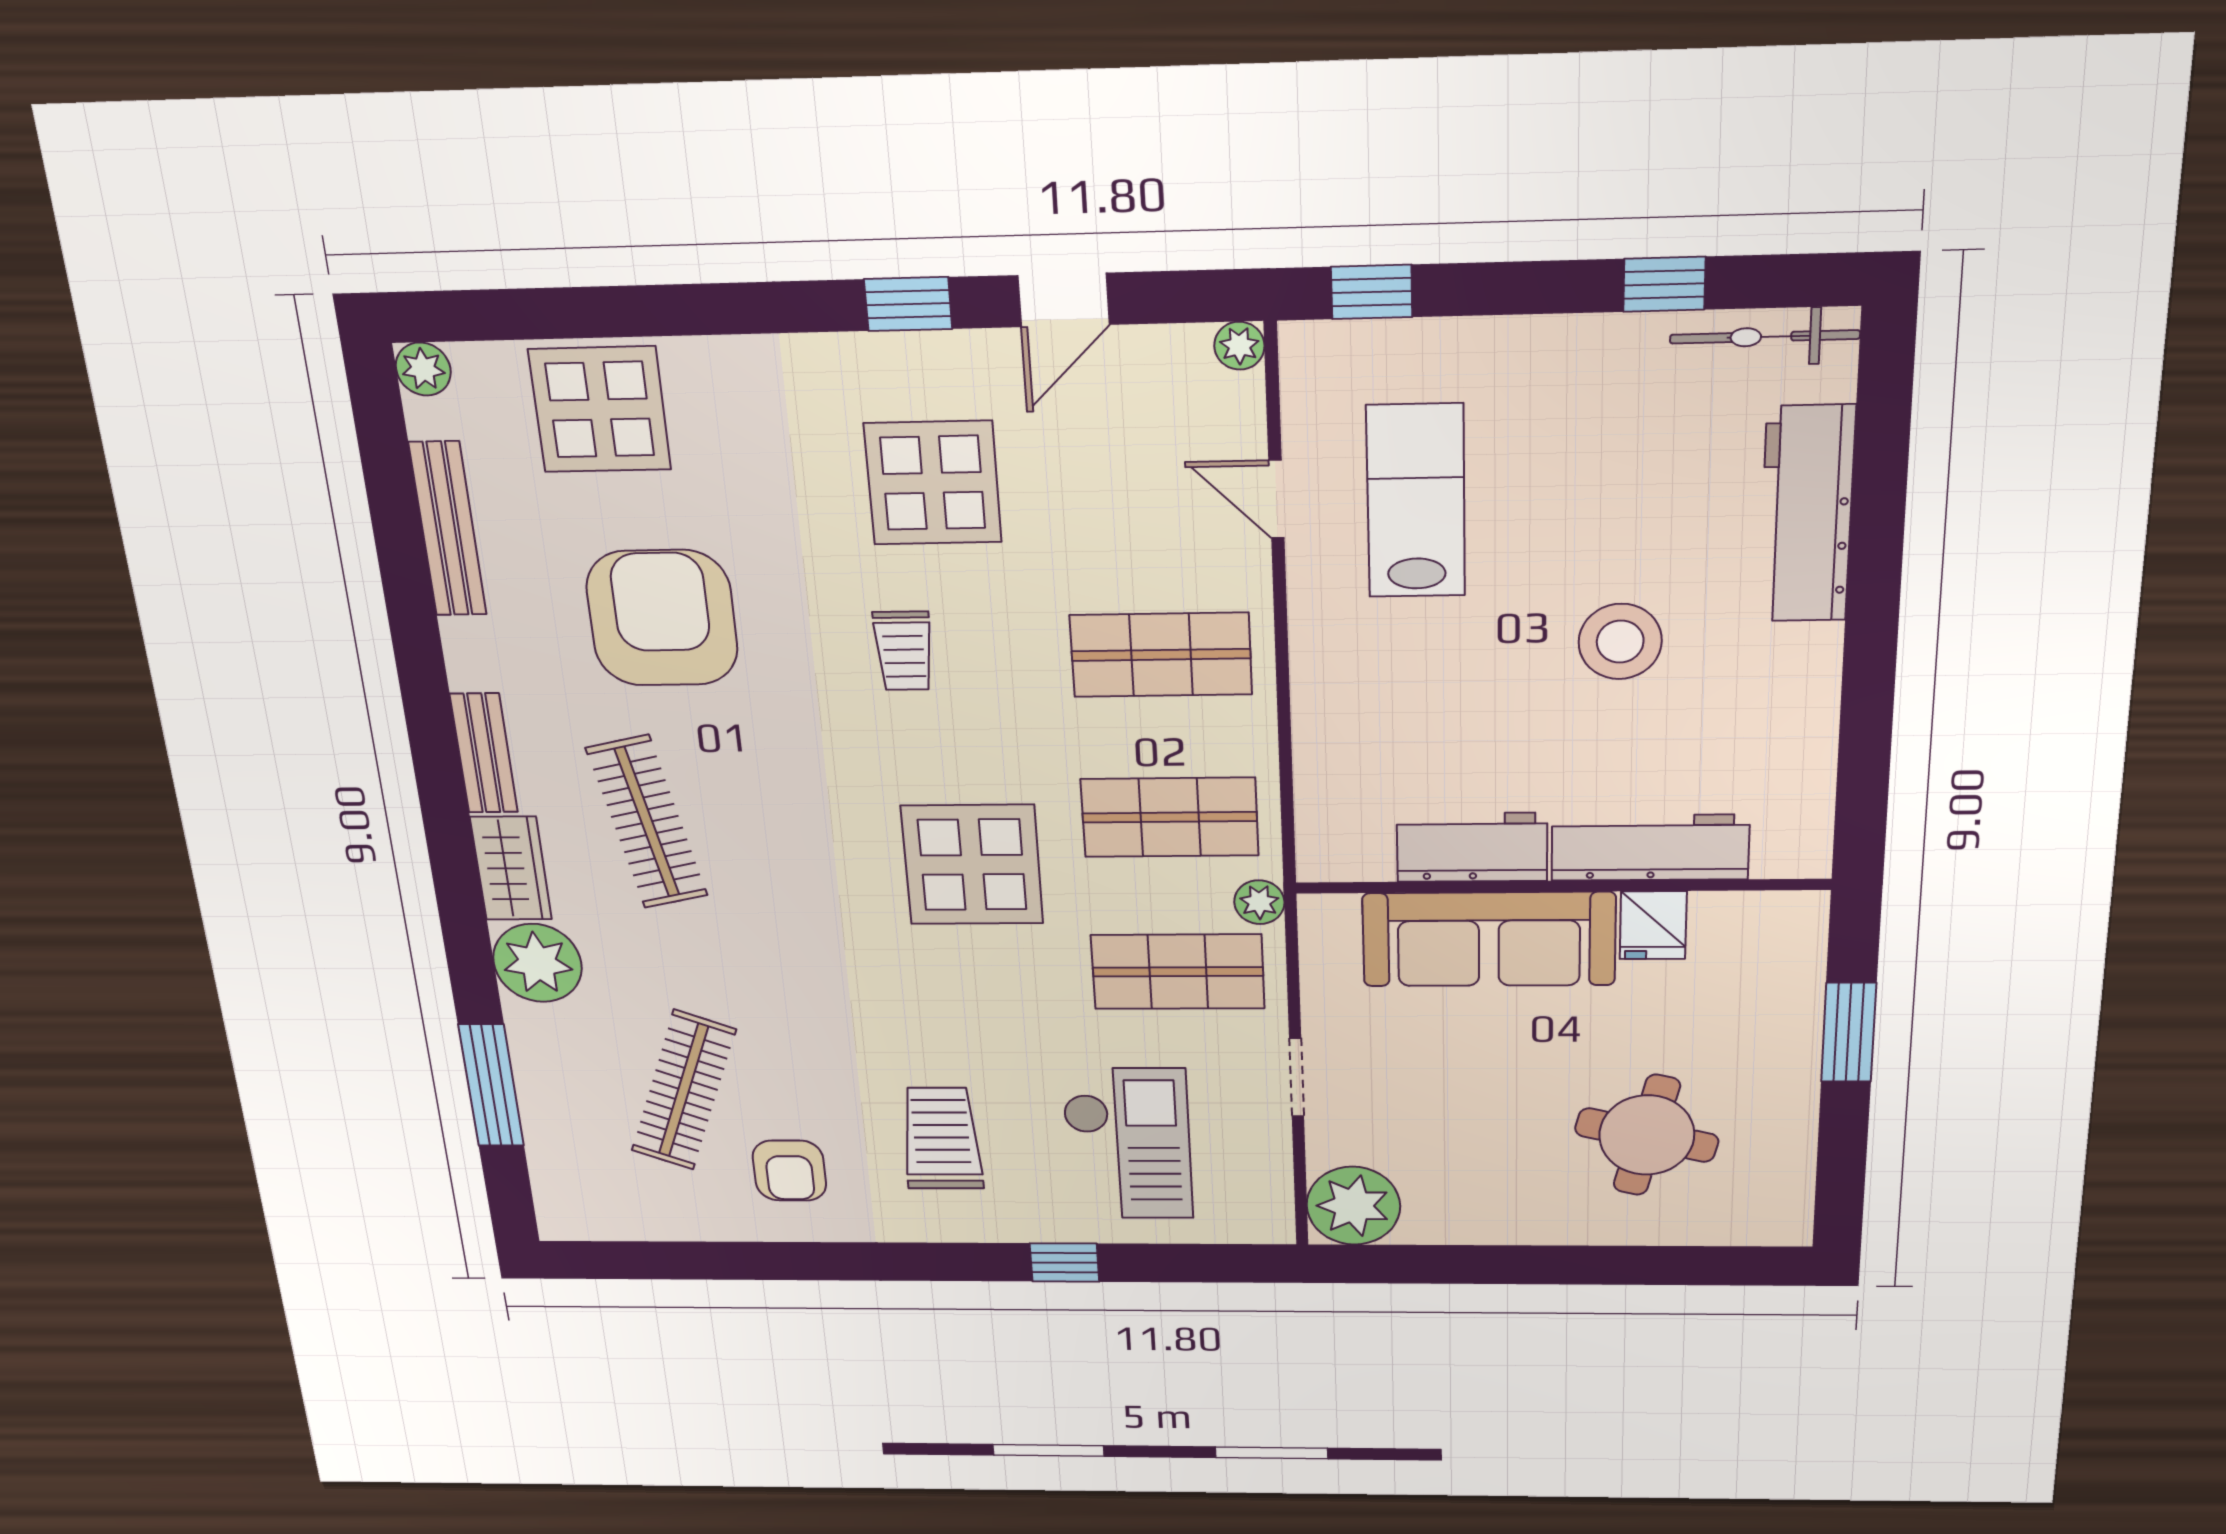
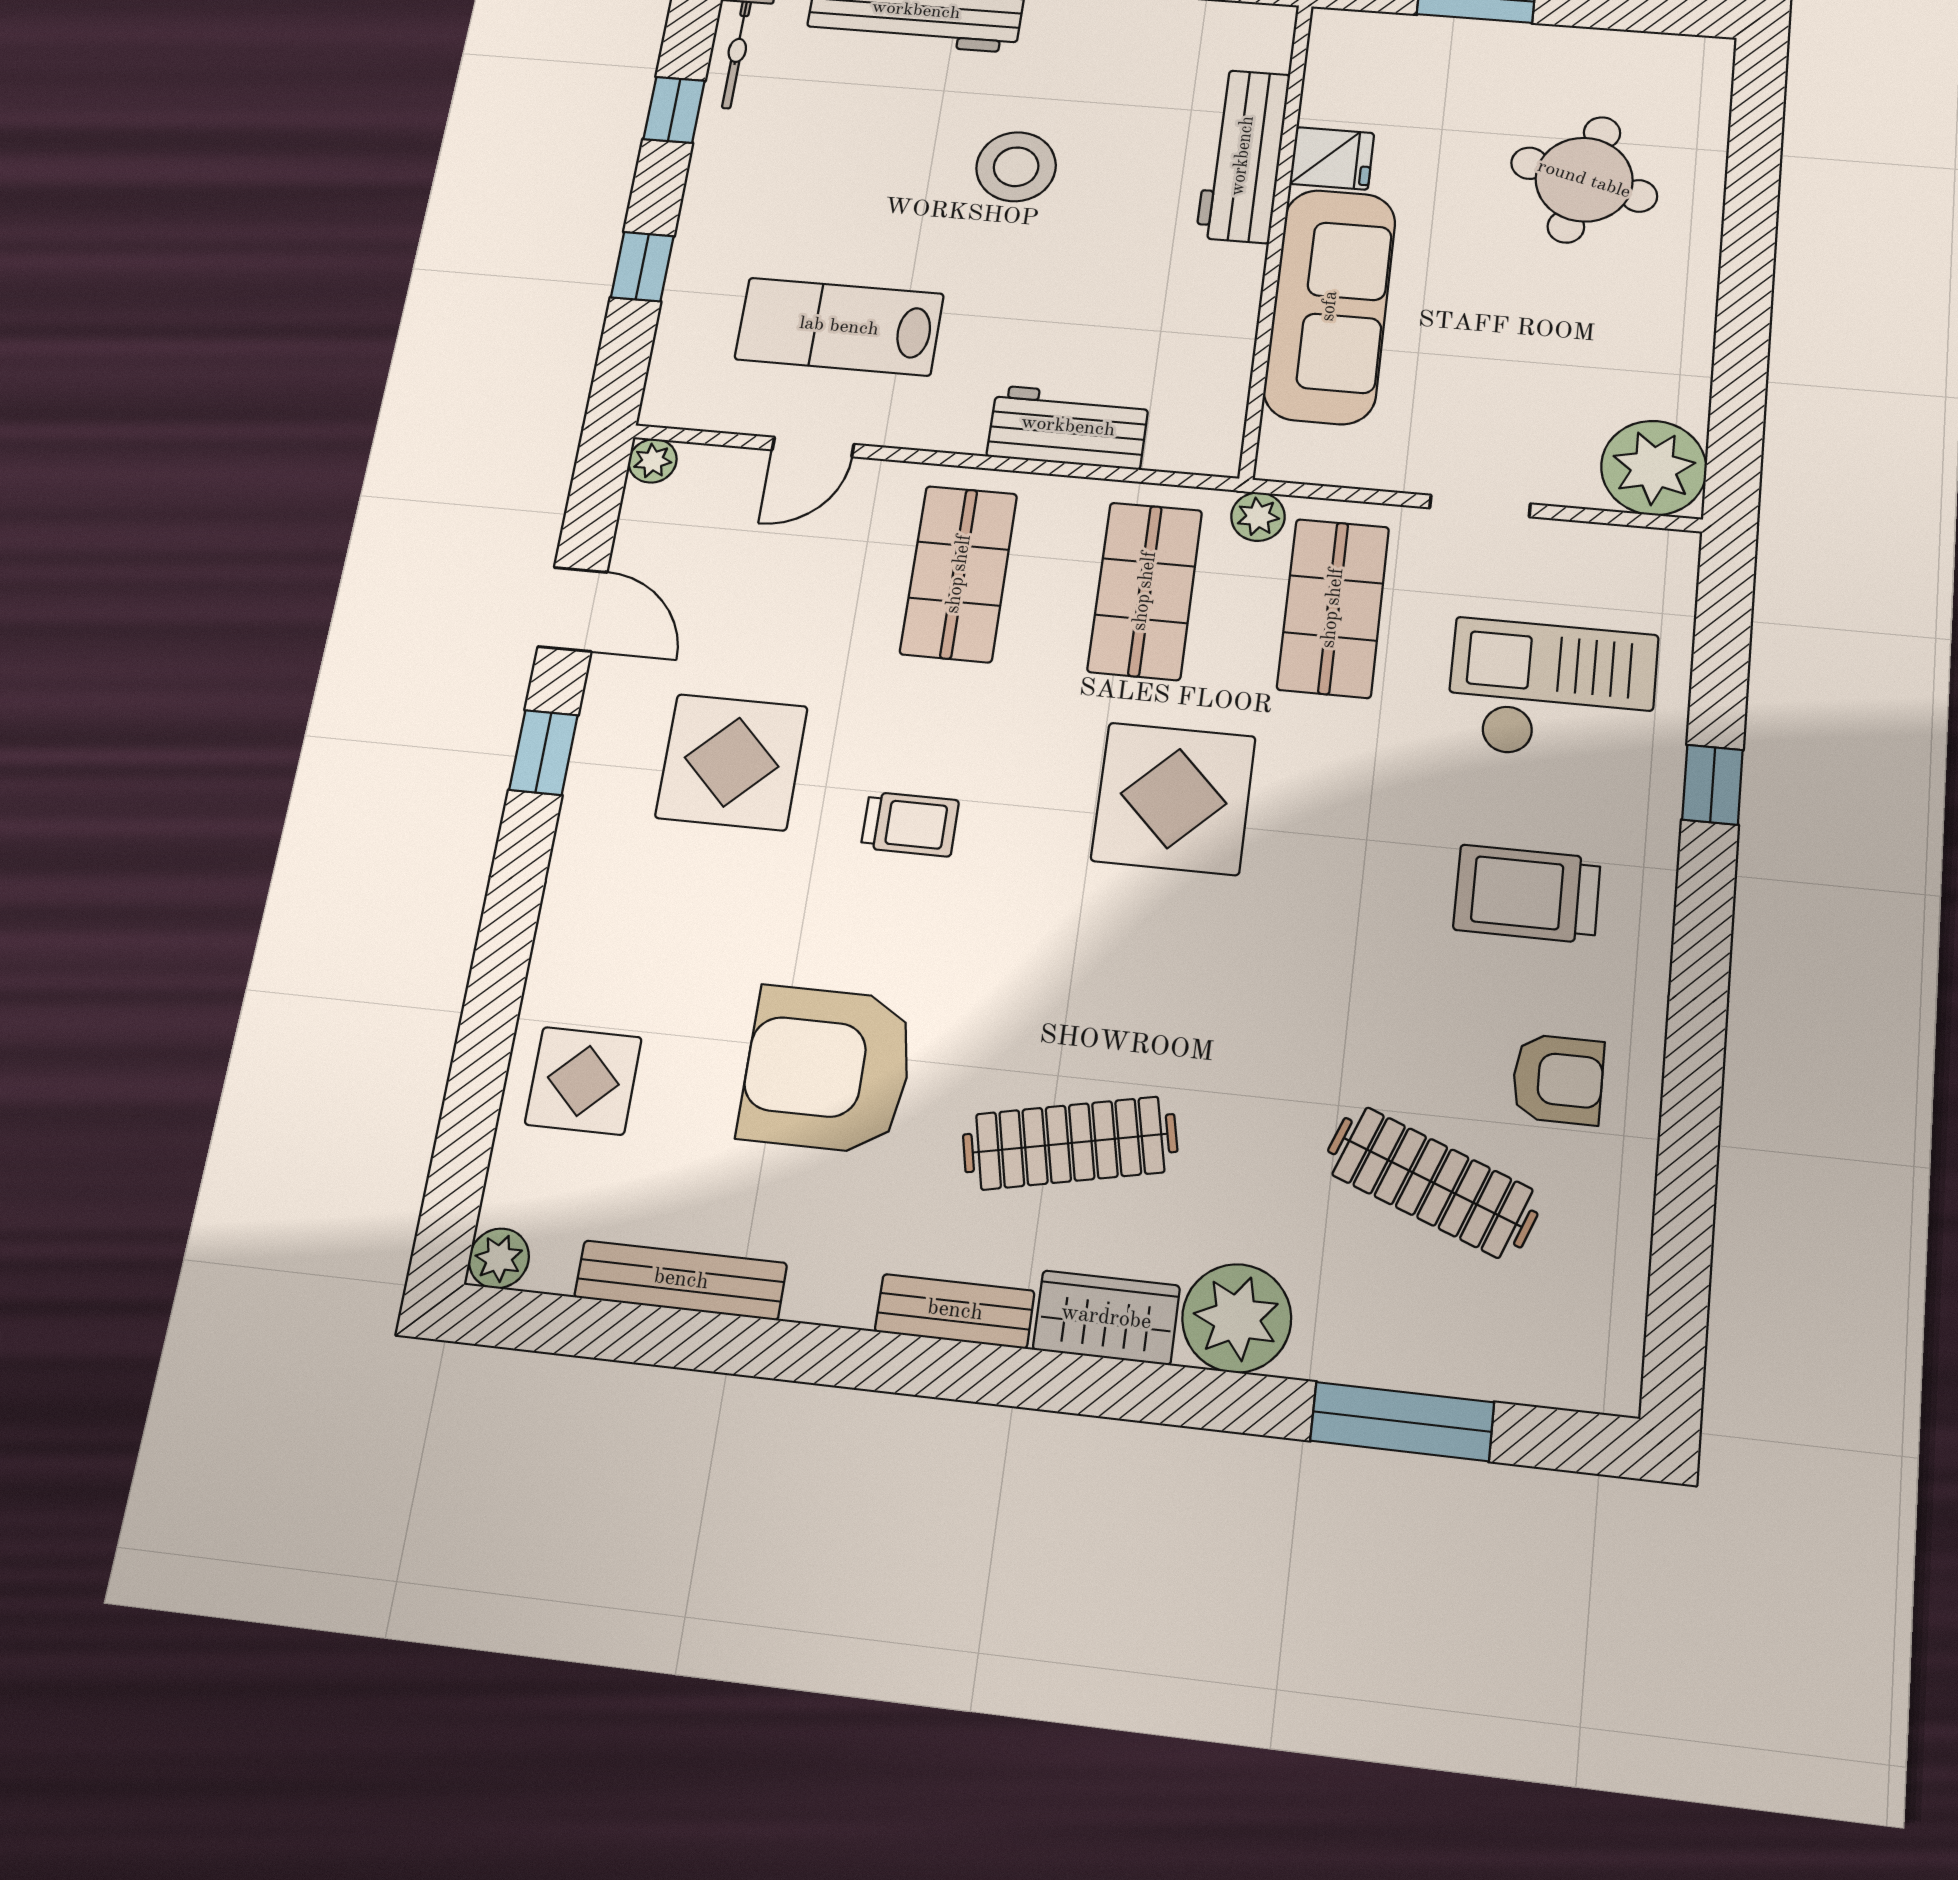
window: (1372, 292) -> (642, 267), moved
display table: (600, 410) -> (583, 1081), width x0.73, depth x0.73
workbench: (1472, 847) -> (1068, 427), moved, turned 90

